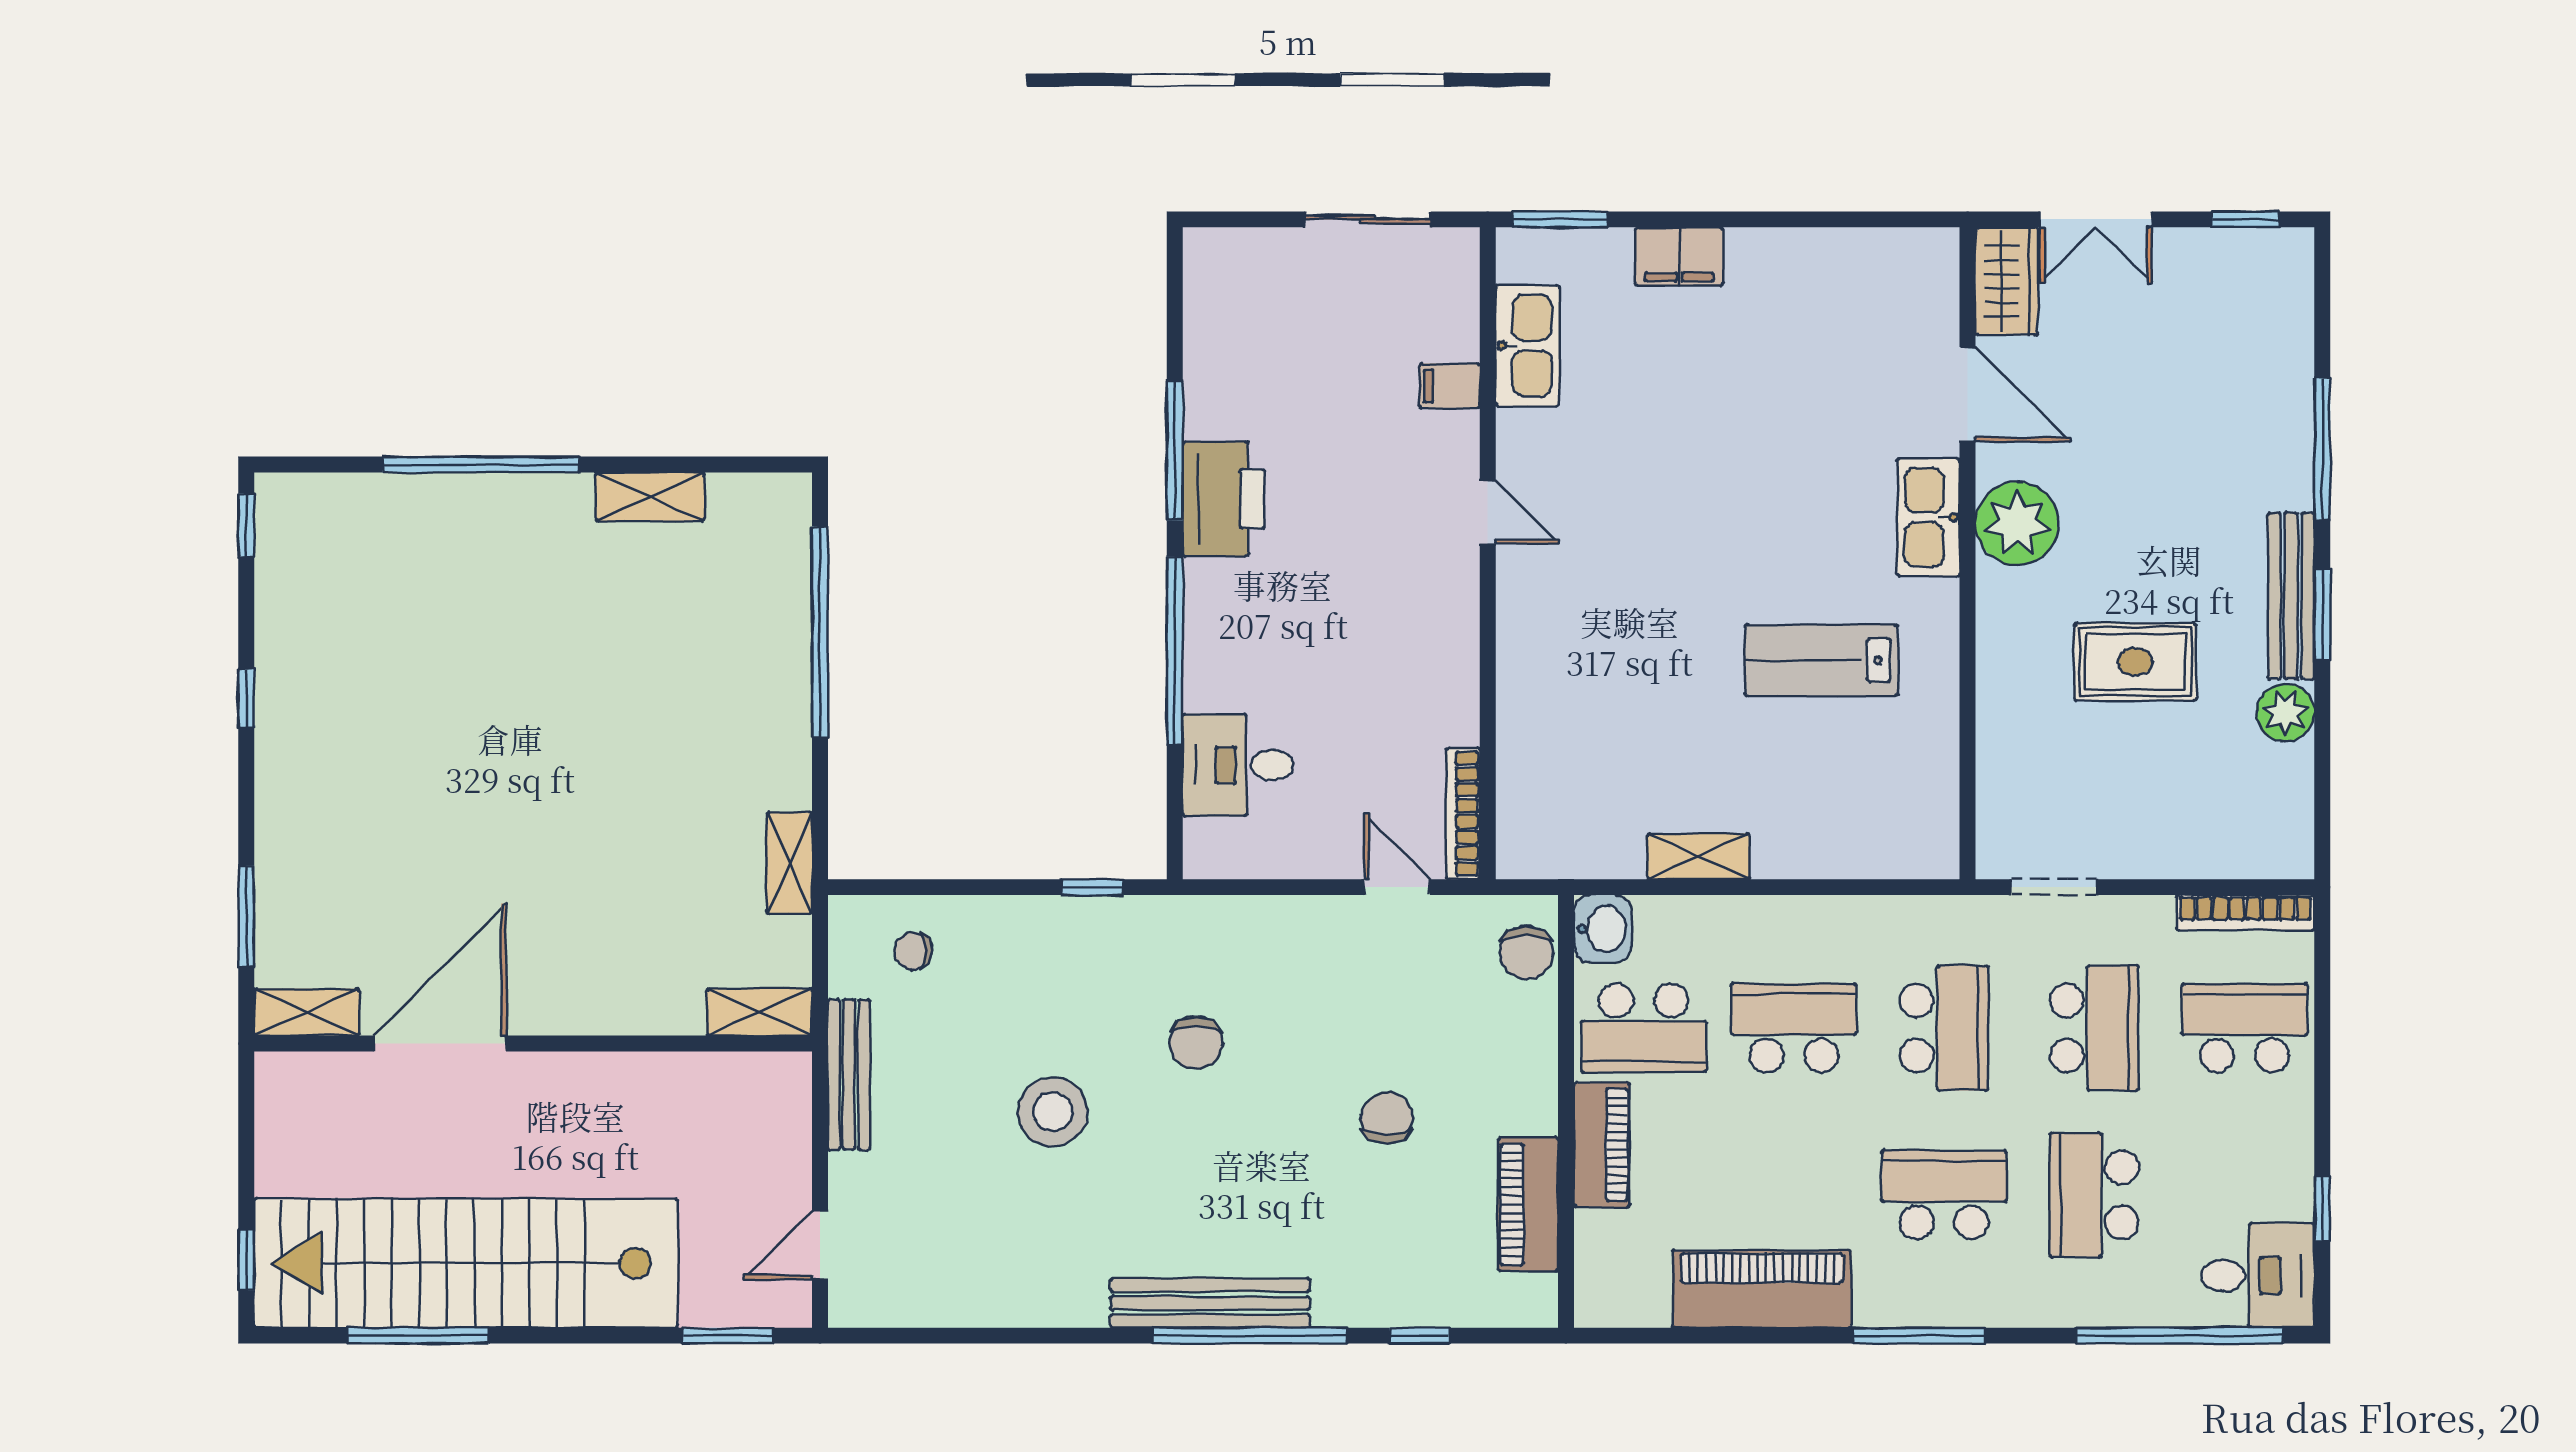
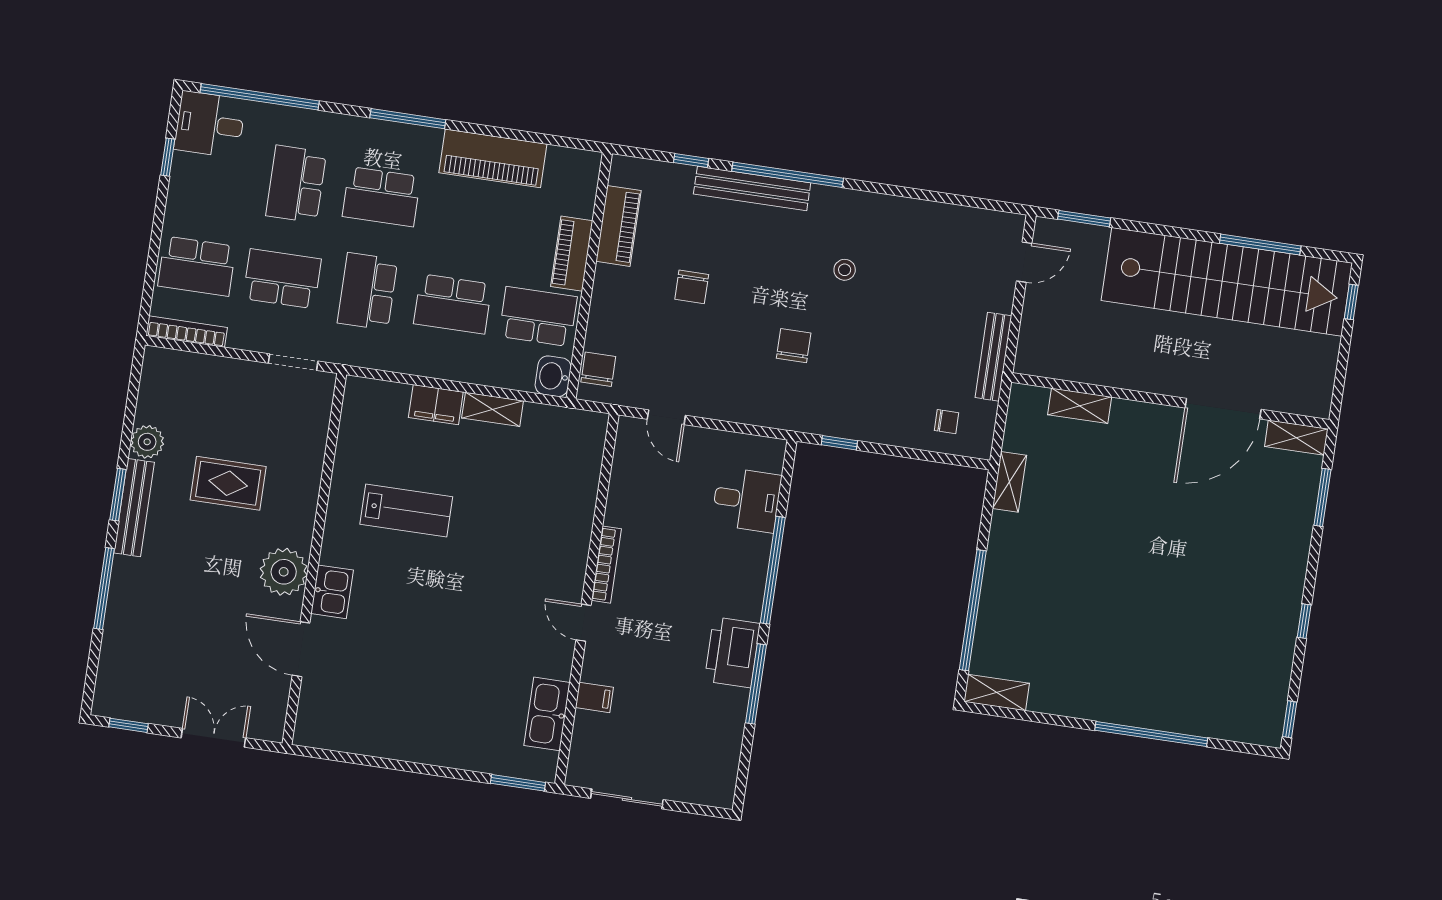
filing cabinet: (1679, 256) -> (436, 405), moved, turned 180
wardrobe: (2007, 281) -> (269, 710), removed
shelving: (650, 497) -> (997, 693), moved
kitchen sink: (1929, 517) -> (332, 592), width x0.73
bookcase: (1463, 813) -> (606, 565), moved
shelving: (760, 1012) -> (1080, 406), moved
school desk: (2094, 1028) -> (282, 279), turned 90
stool: (1053, 1112) -> (845, 270), moved, width x0.53, depth x0.53
school desk: (2094, 1195) -> (296, 184), turned 180
bench: (1210, 1303) -> (752, 188), moved

